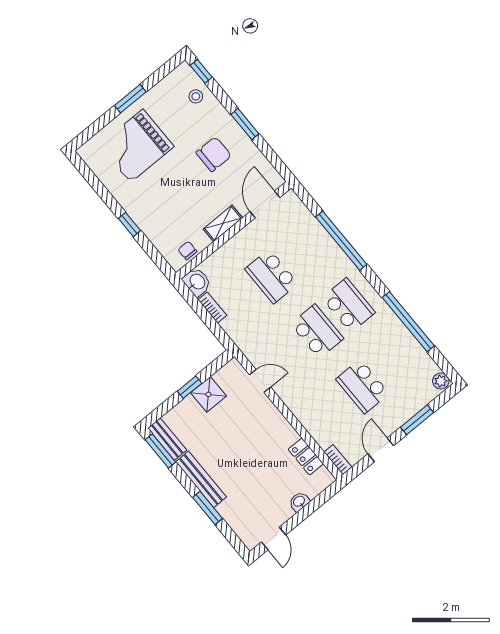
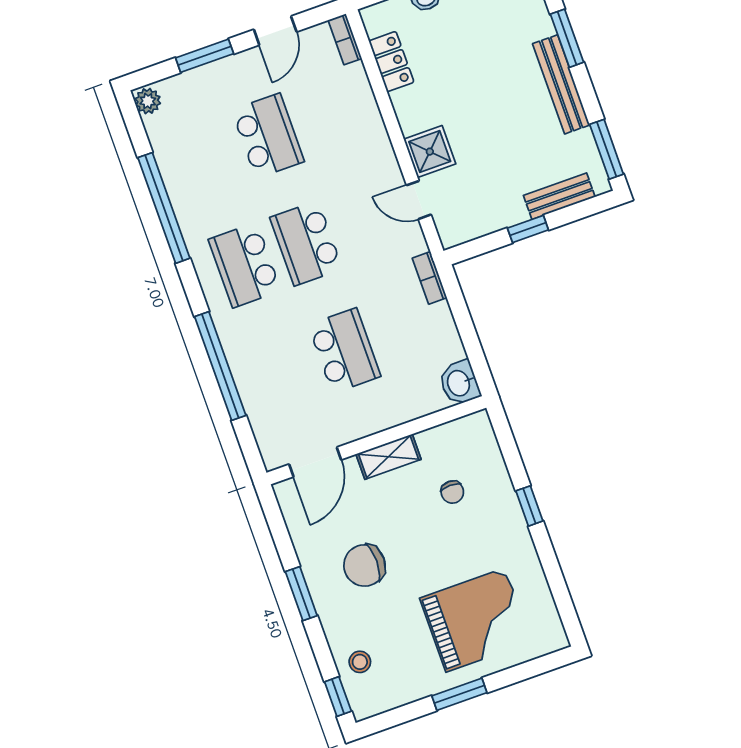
chair: (187, 251) -> (452, 492), moved
bookcase: (212, 308) -> (430, 278), moved
shower: (208, 394) -> (430, 152), moved
bench: (167, 439) -> (559, 196), moved, turned 90

